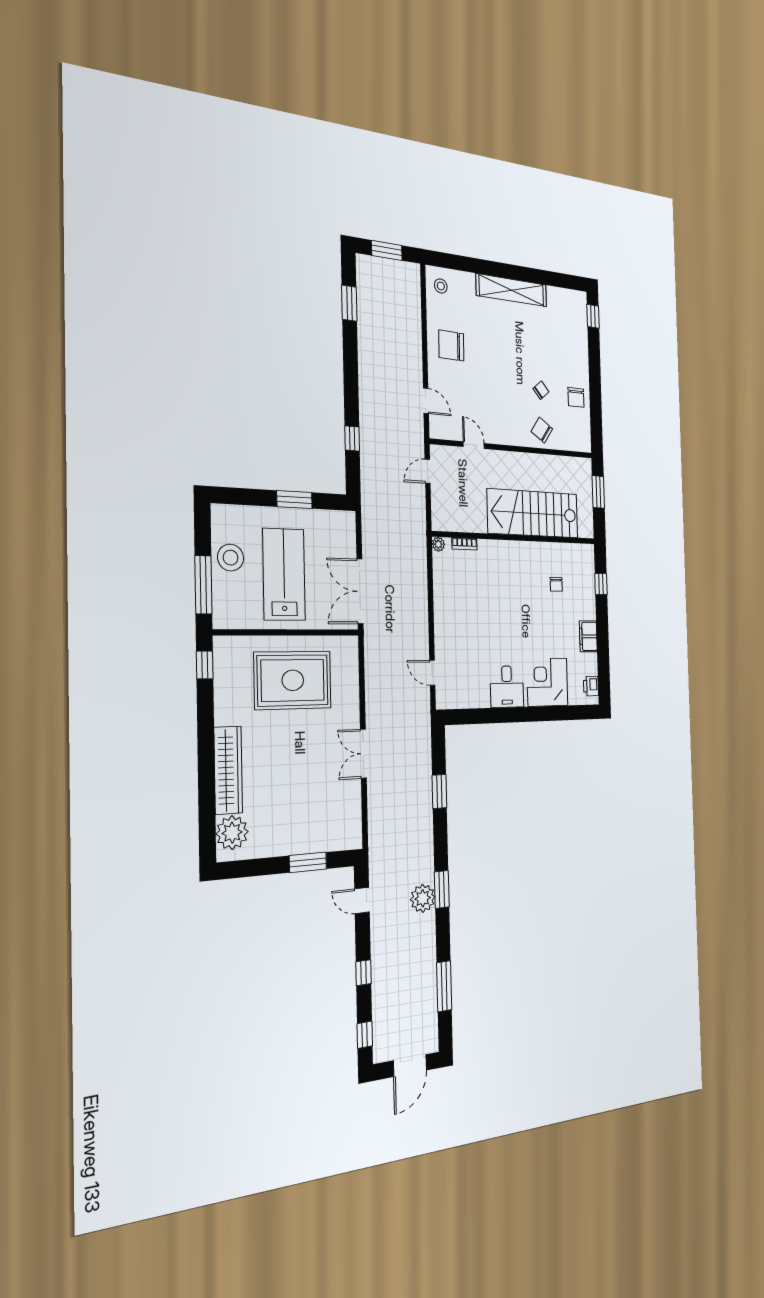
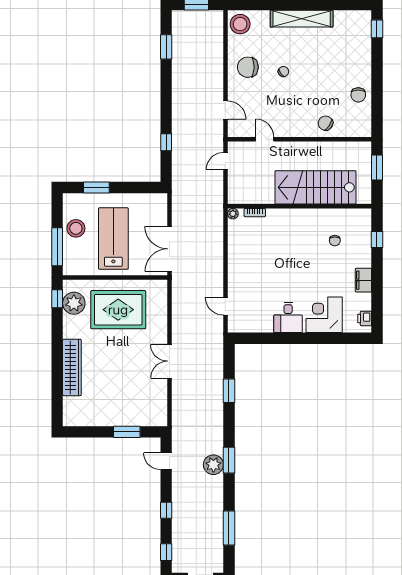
stool: (441, 286) -> (240, 24), width x1.89, depth x1.89
chair: (541, 390) -> (283, 72), moved
window: (294, 500) -> (96, 187), moved
plant: (232, 833) -> (74, 303), moved

